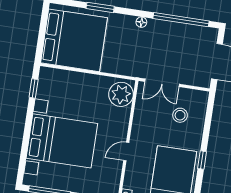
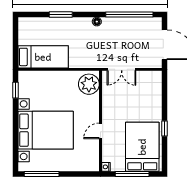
bed: (74, 40) -> (43, 57), width x0.49
stool: (180, 115) -> (141, 94), removed

